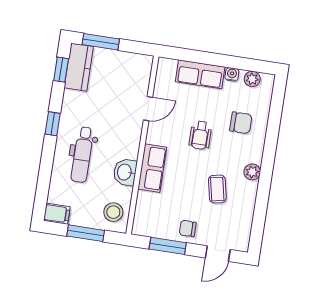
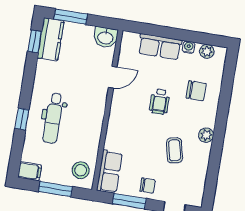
window: (53, 124) -> (22, 119), moved
row of seats: (152, 168) -> (109, 172), moved
washbasin: (125, 172) -> (106, 37), moved, turned -90
chair: (188, 229) -> (148, 186), turned 180

